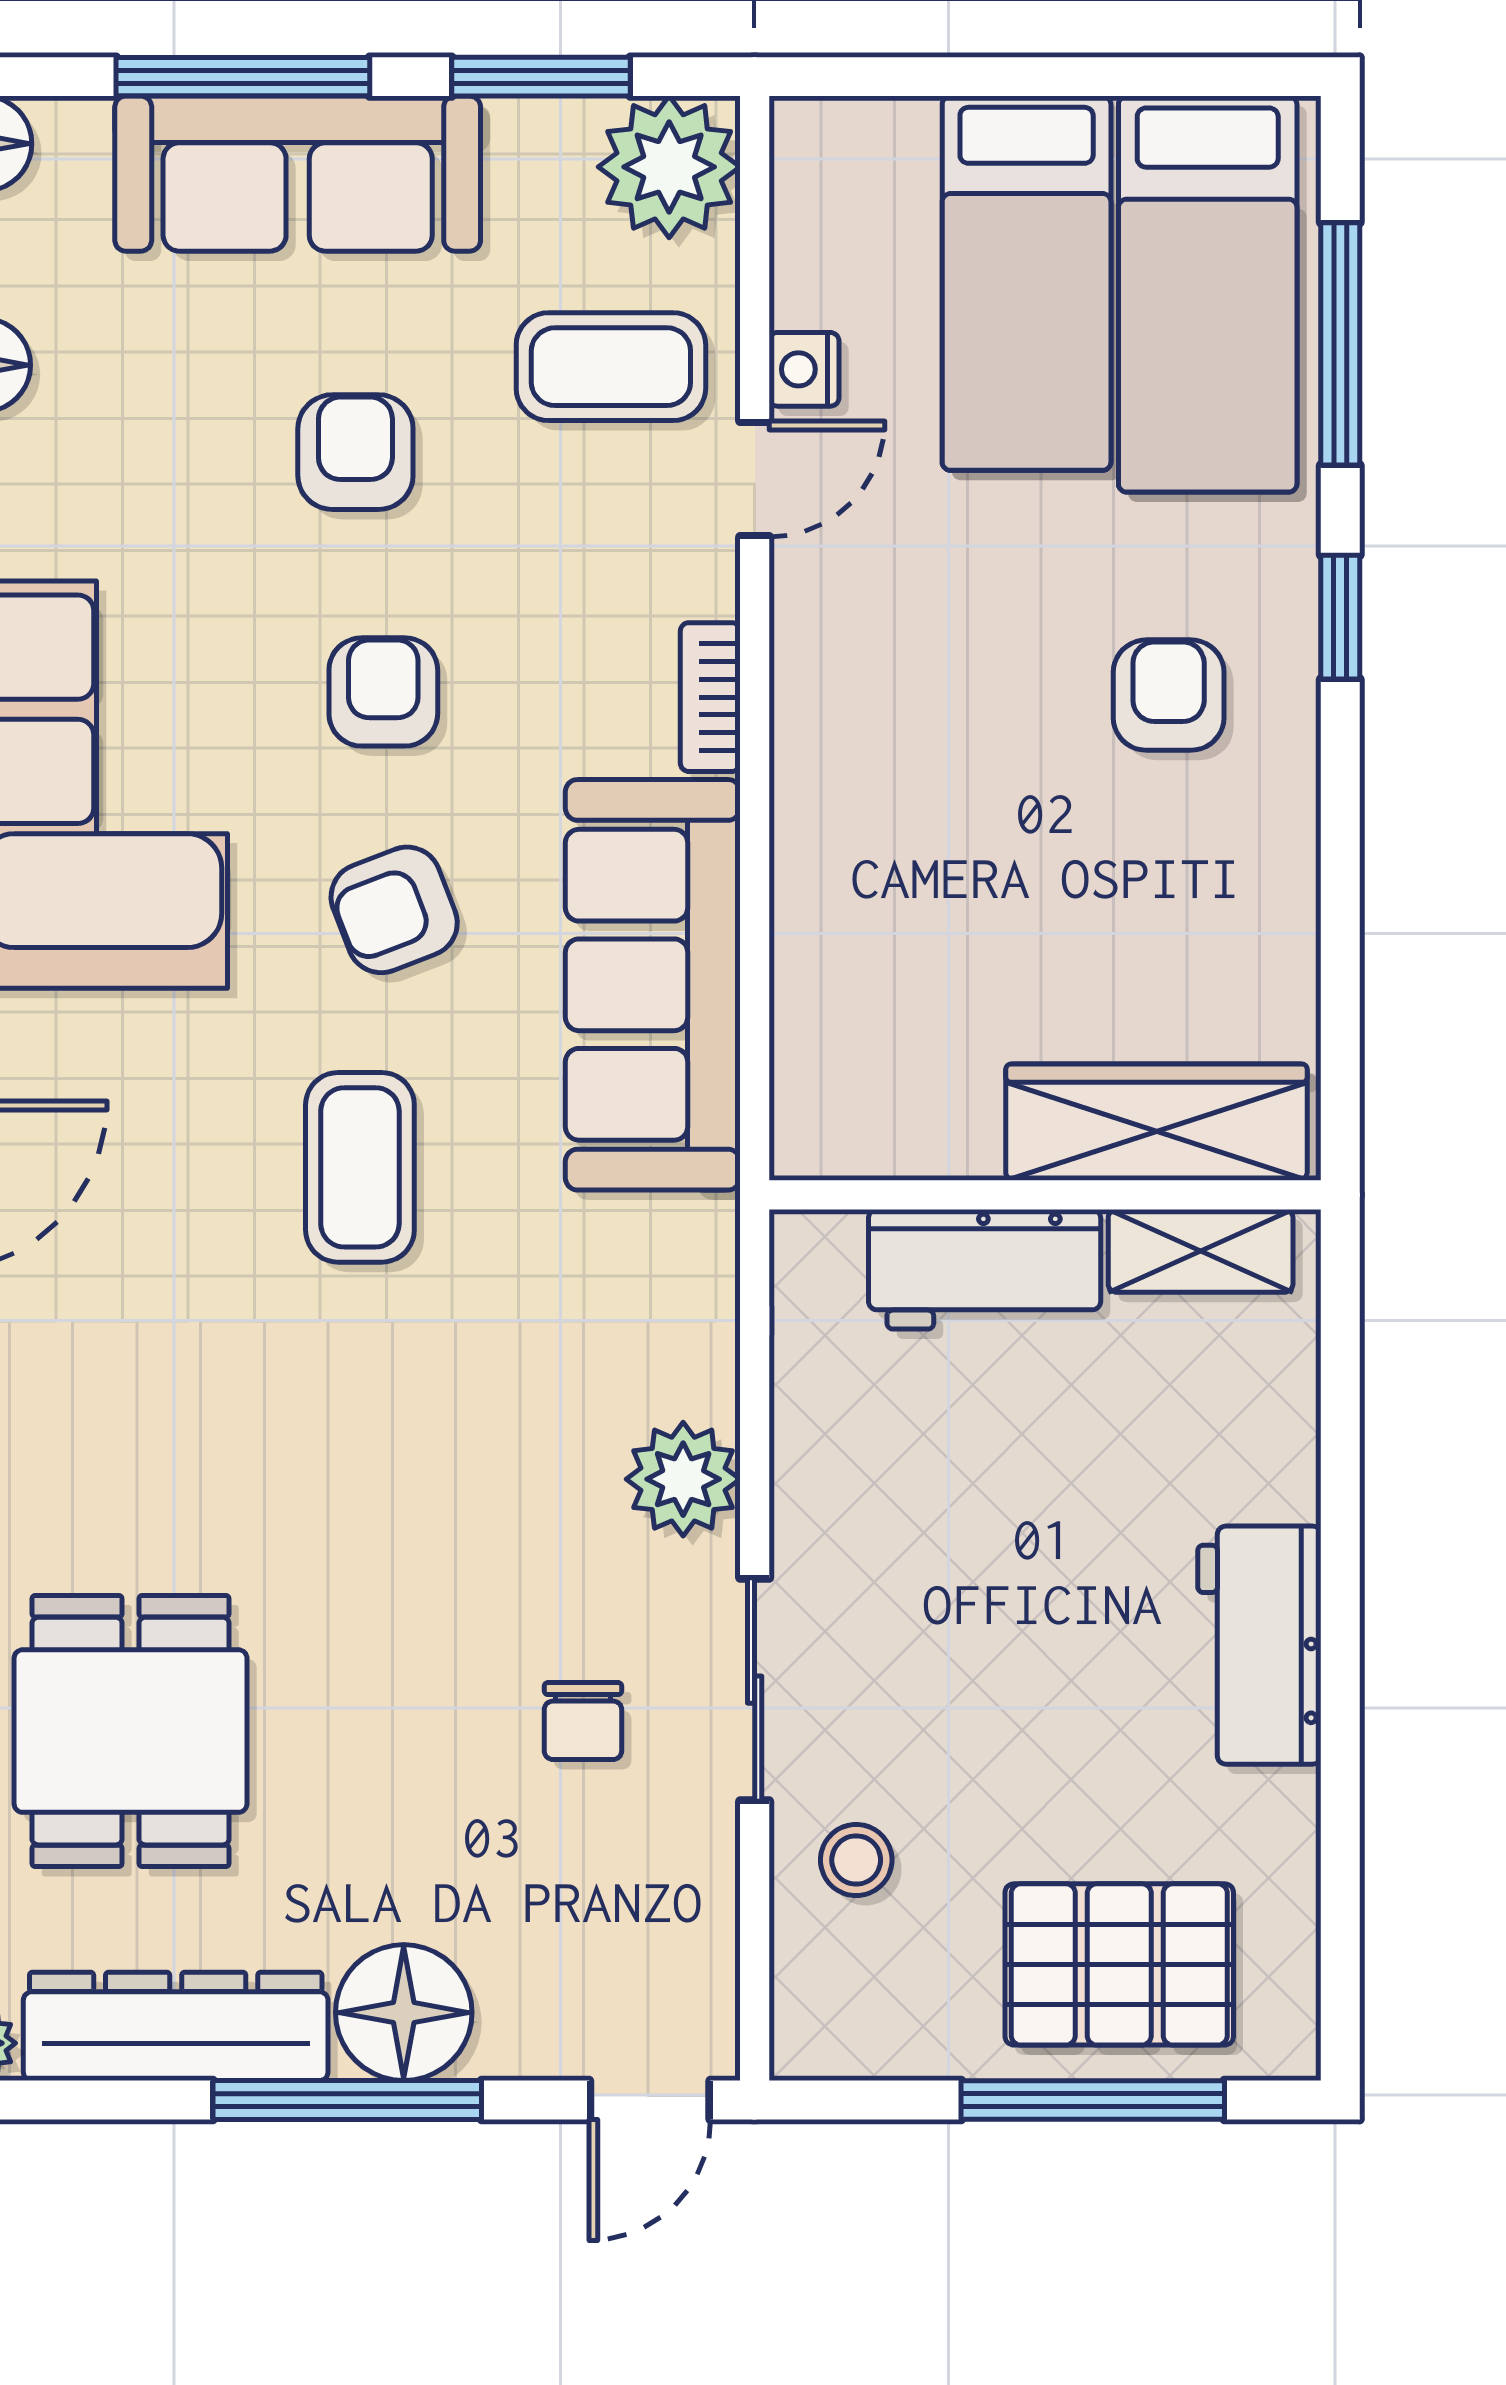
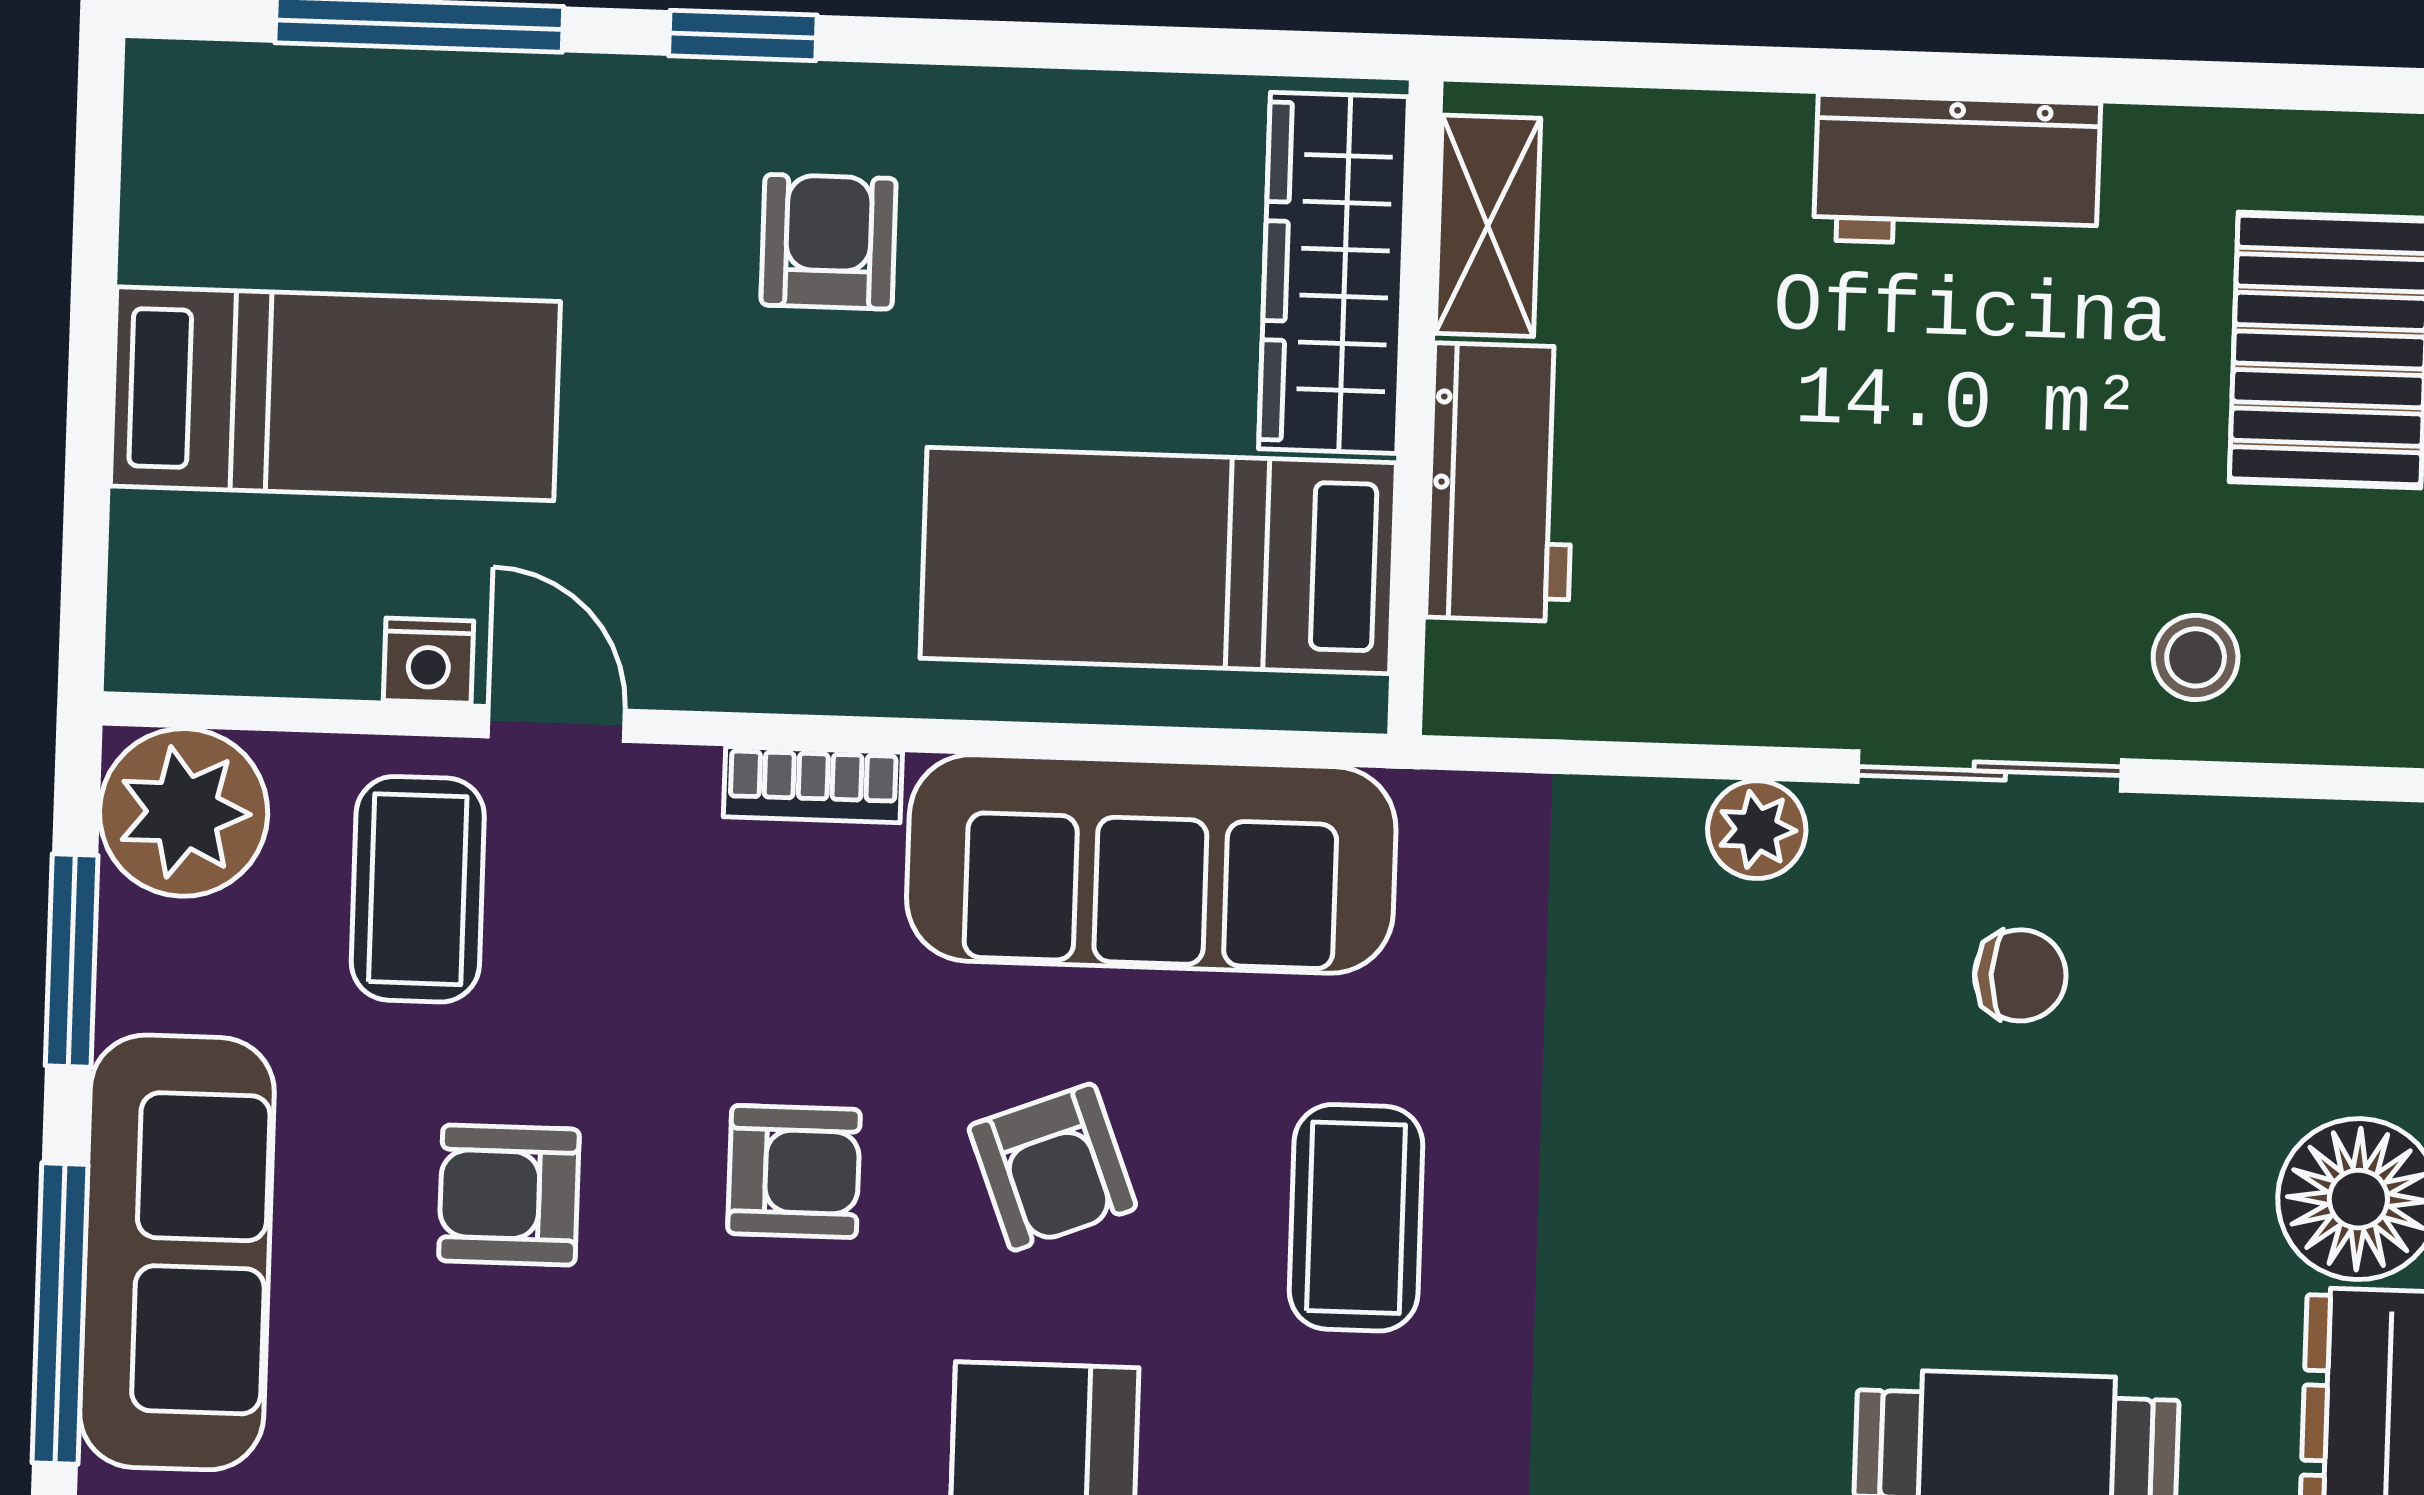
bed: (1208, 294) -> (1158, 560), moved, turned 180
armchair: (383, 692) -> (794, 1171), turned 180
armchair: (1169, 695) -> (829, 242), turned 90
coffee table: (360, 1167) -> (1356, 1218), turned 90
plant: (683, 1479) -> (1757, 830), width x0.73, depth x0.73

